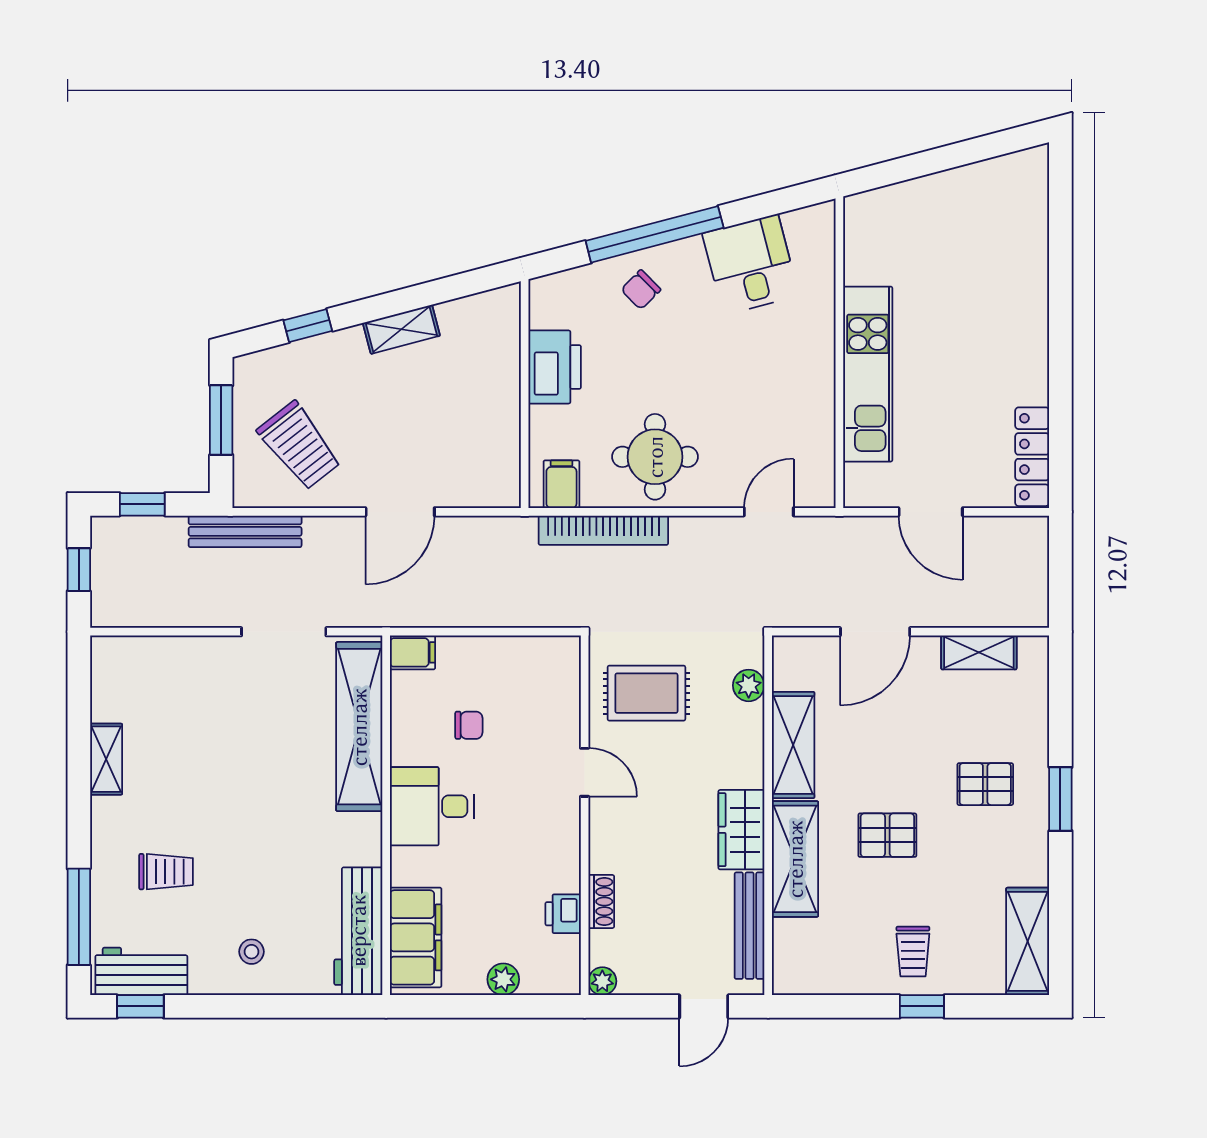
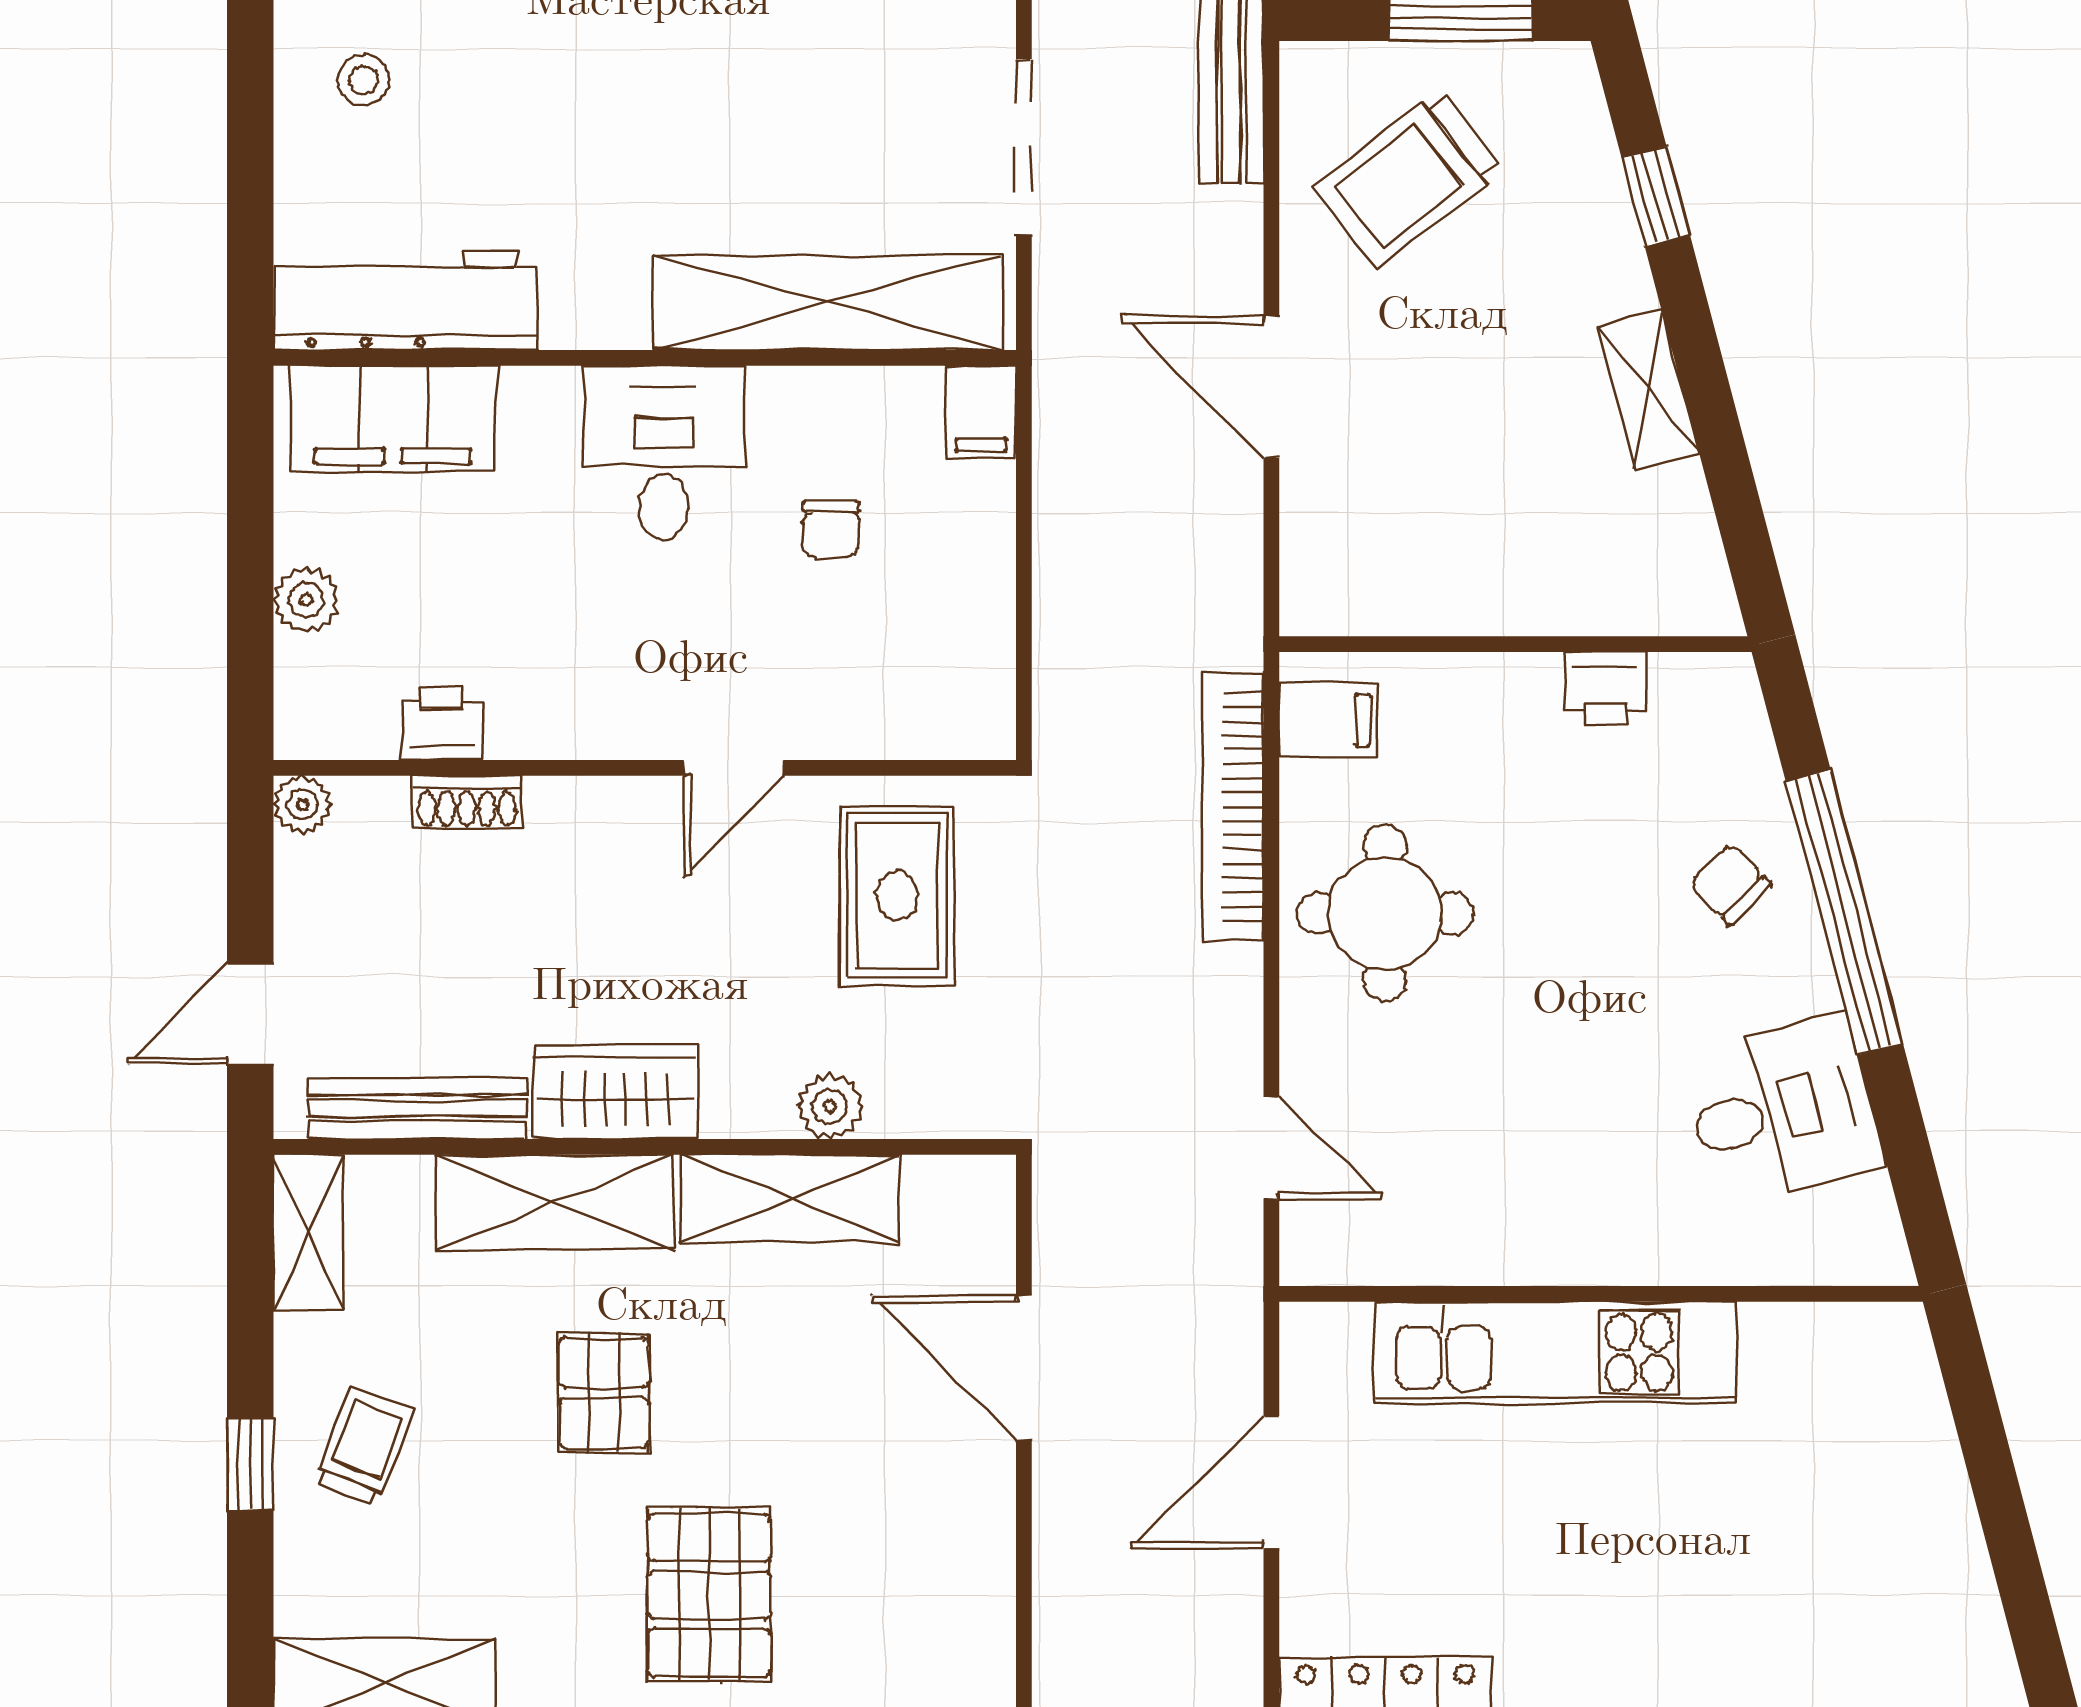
printer: (555, 367) -> (1606, 688), width x0.53, depth x0.68
shelving: (979, 652) -> (308, 1232), moved
plant: (749, 685) -> (830, 1107), moved
pallet: (985, 784) -> (709, 1595), width x1.50, depth x1.42
trolley: (913, 952) -> (364, 1446), turned 111
door: (704, 1006) -> (250, 1014), hinge flipped

